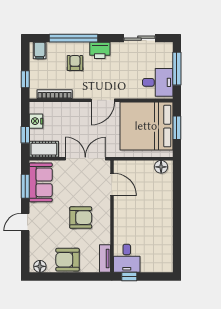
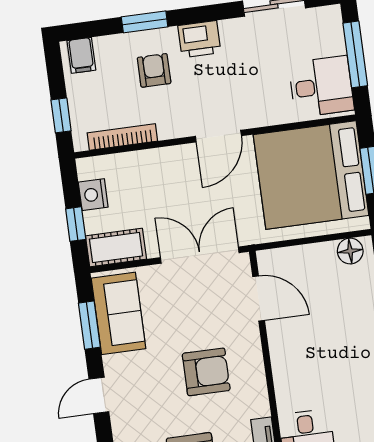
window: (73, 38) -> (145, 22), width x0.47

